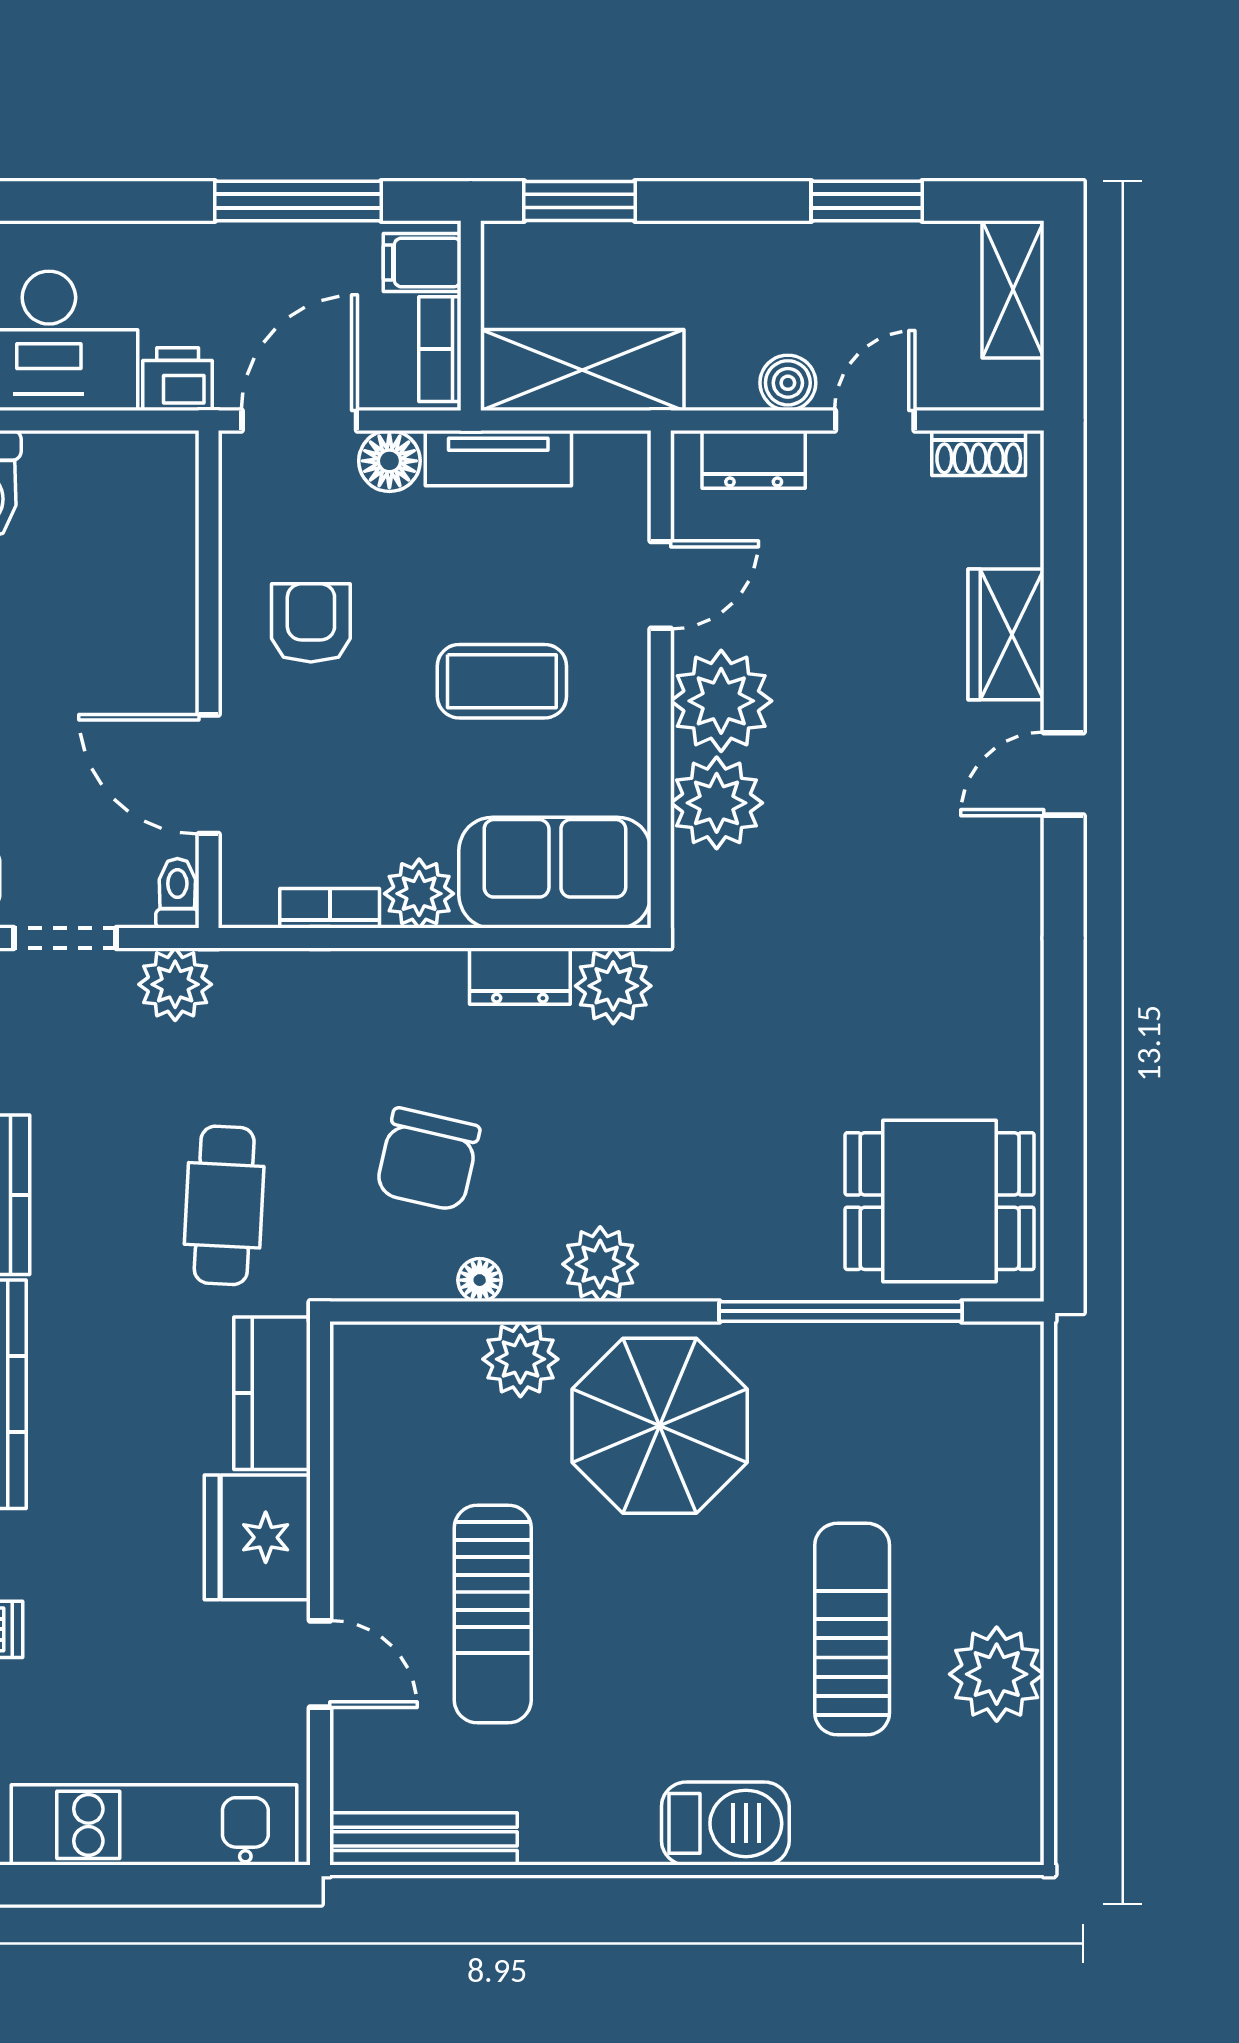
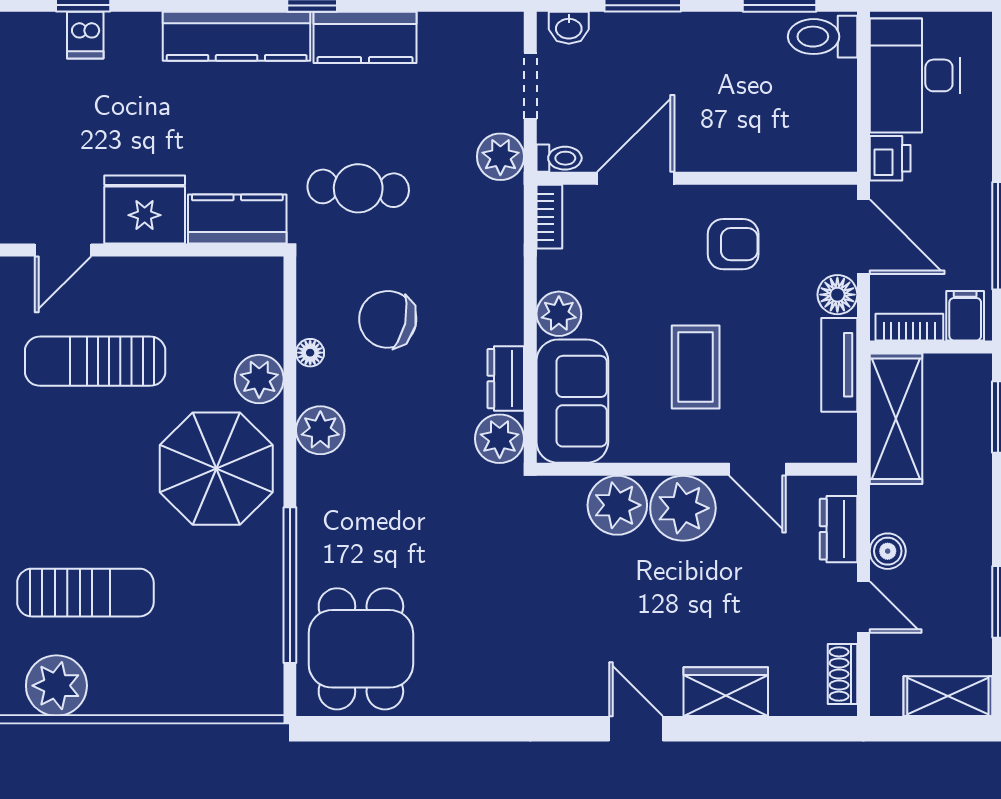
bookcase: (330, 908) -> (549, 217), moved

